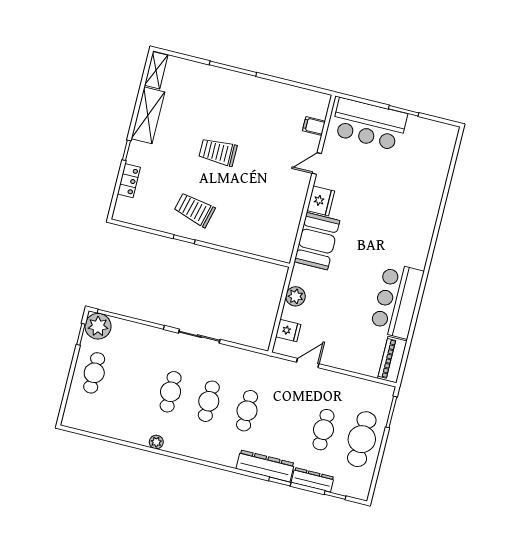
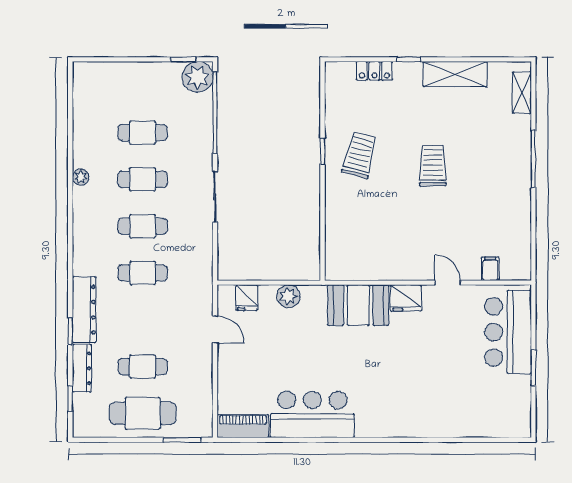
shelving: (156, 70) -> (522, 93), moved, turned 90
cafe table: (94, 373) -> (143, 133), moved

